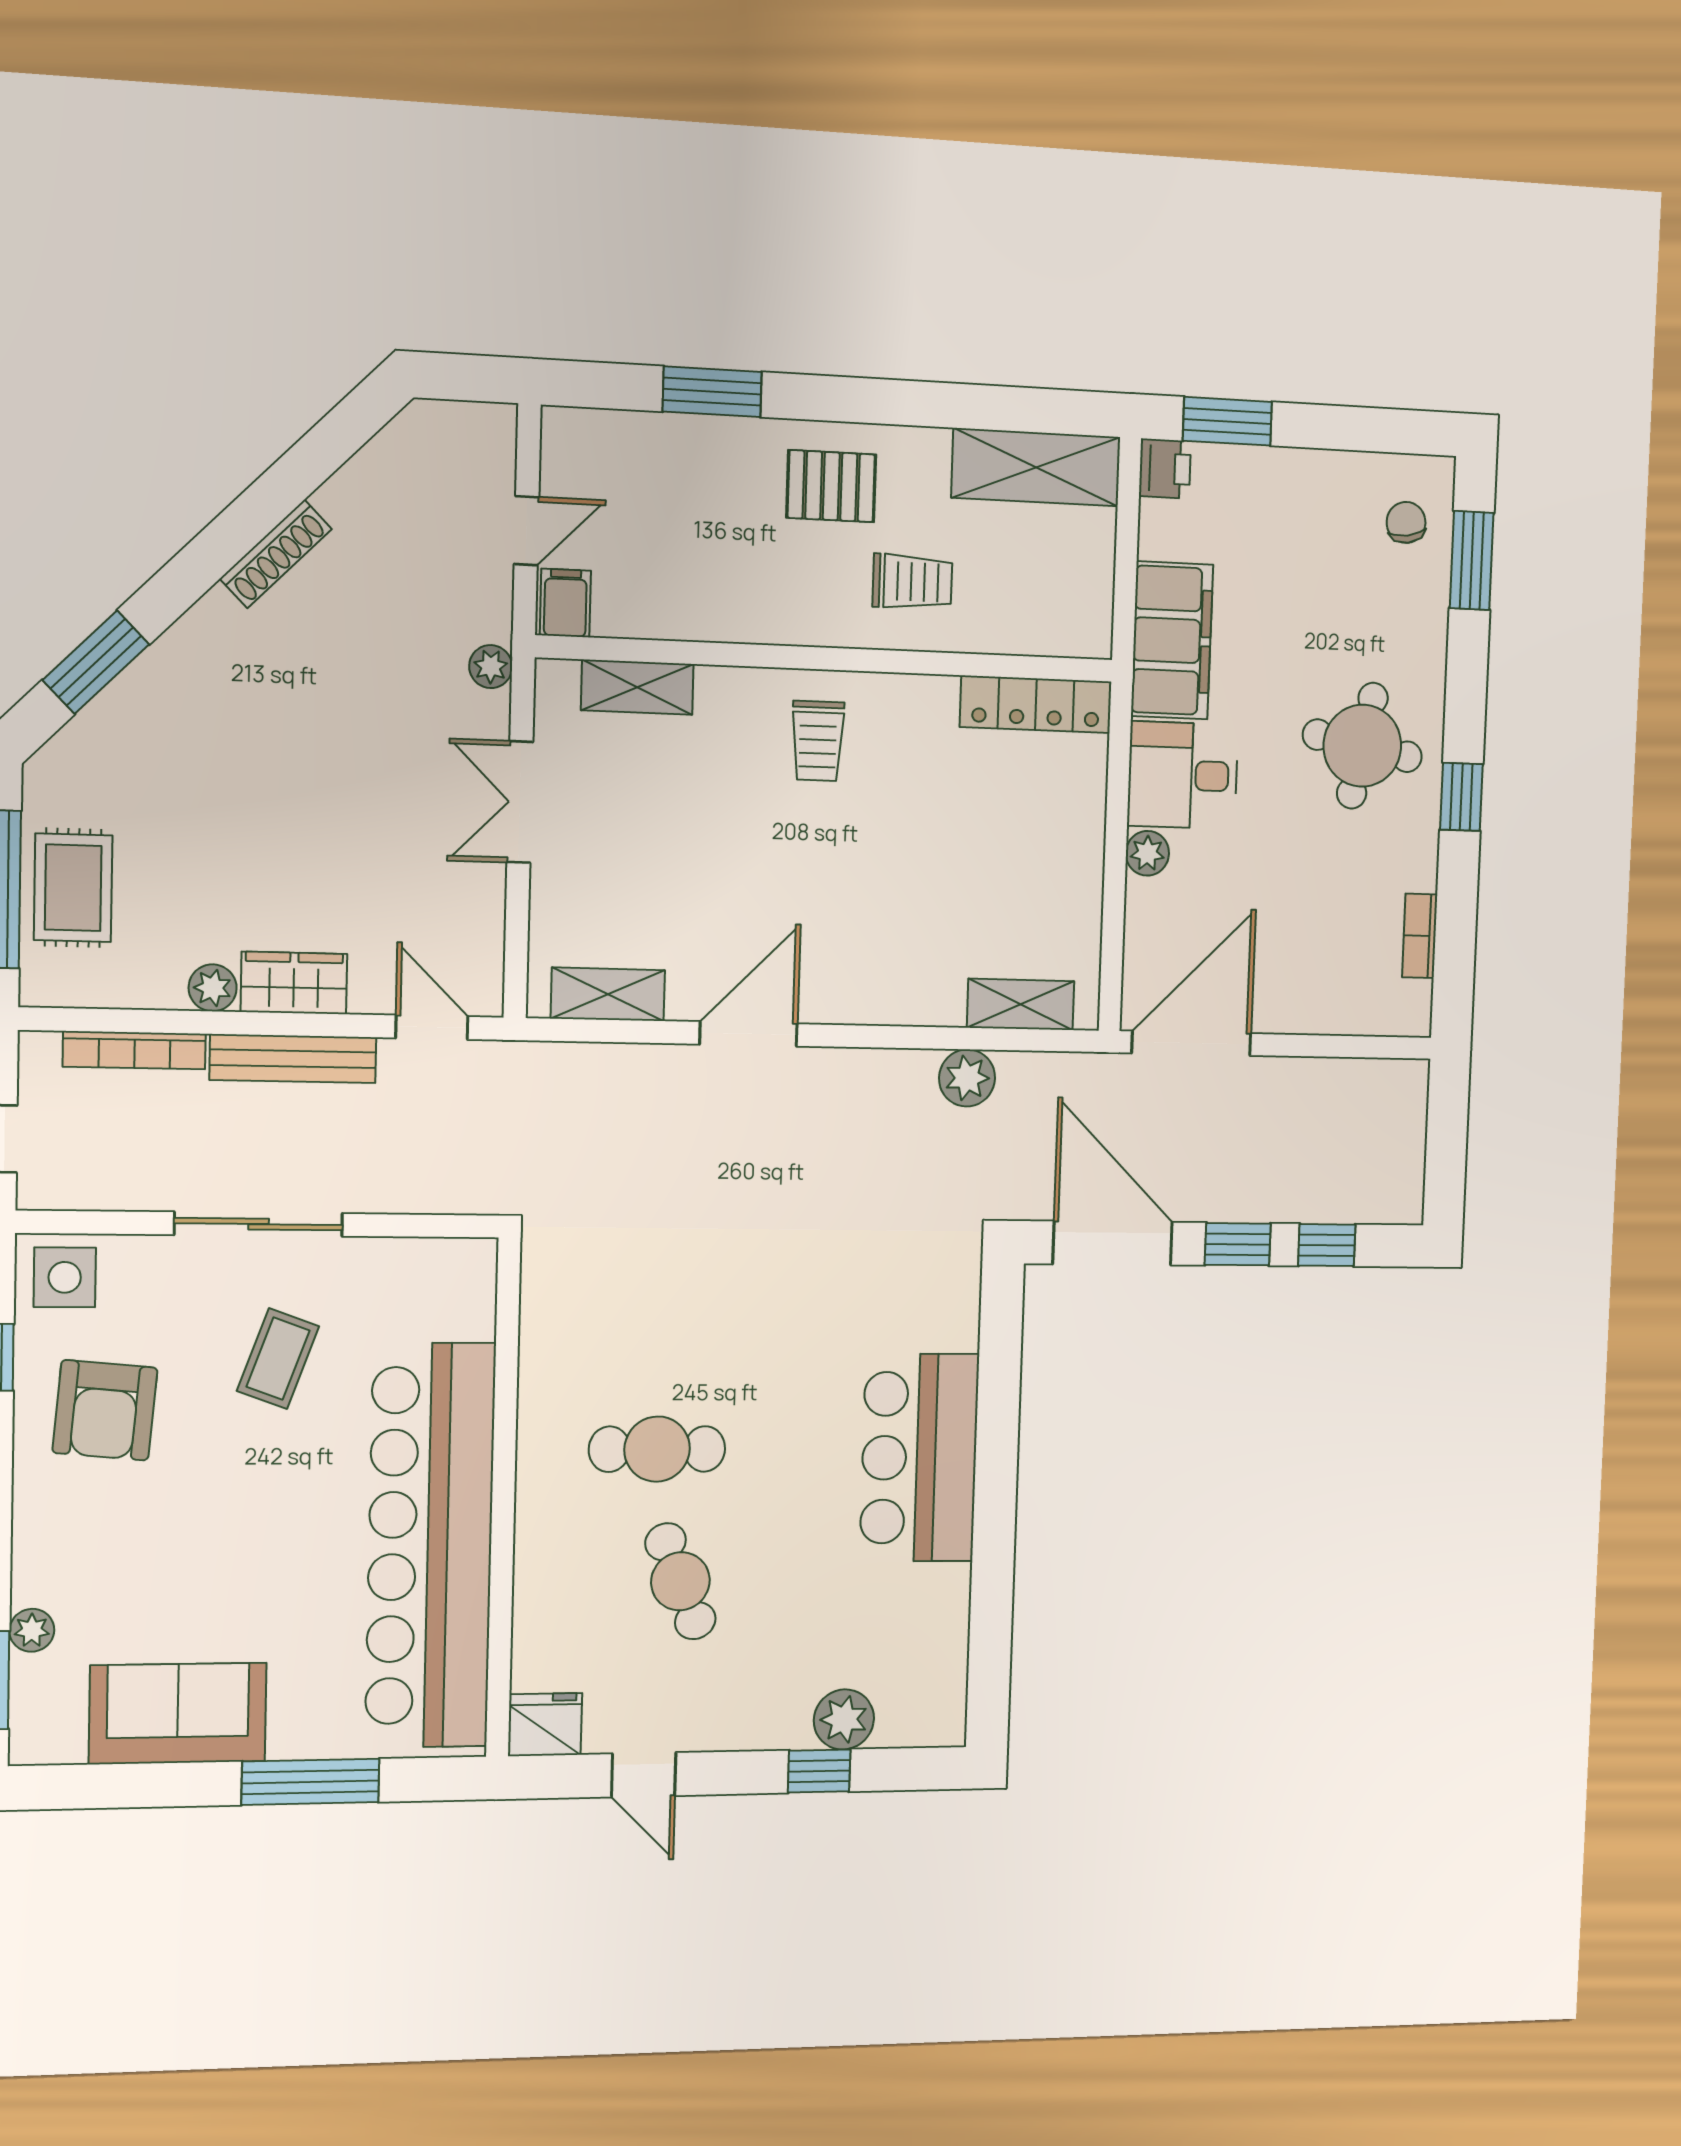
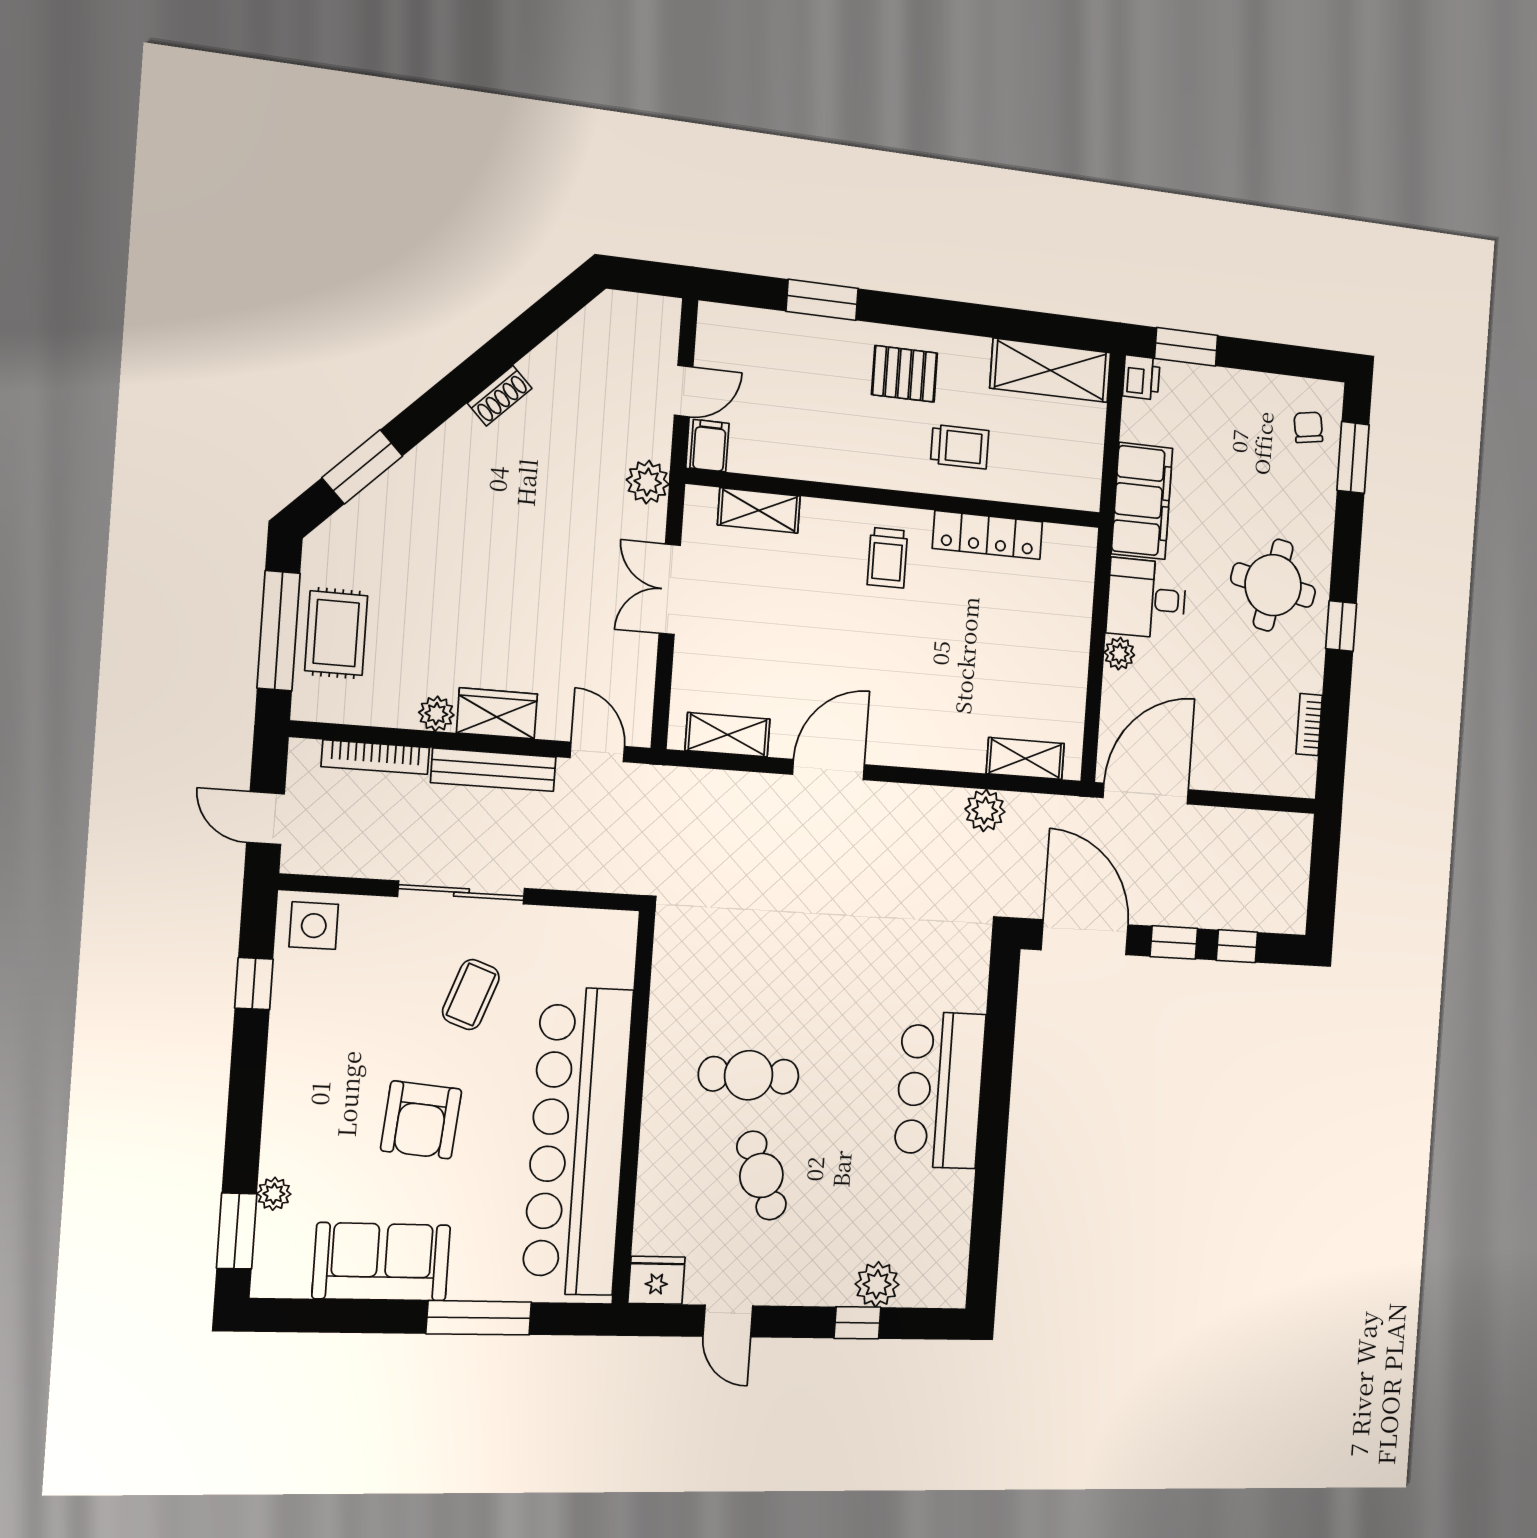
shoe rack: (276, 554) -> (500, 396), width x0.70
plant: (491, 667) -> (648, 482), width x1.38, depth x1.38
locker: (1036, 704) -> (988, 535), moved
armchair: (105, 1410) -> (421, 1120), moved

